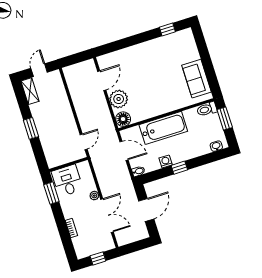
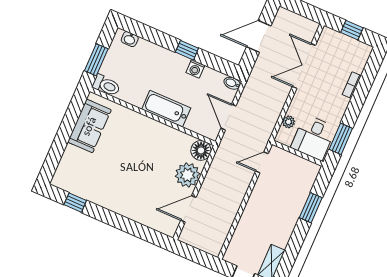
window: (31, 128) -> (311, 208), moved
bathtub: (163, 128) -> (166, 109), width x0.73, depth x0.73
plant: (94, 196) -> (289, 122), moved

